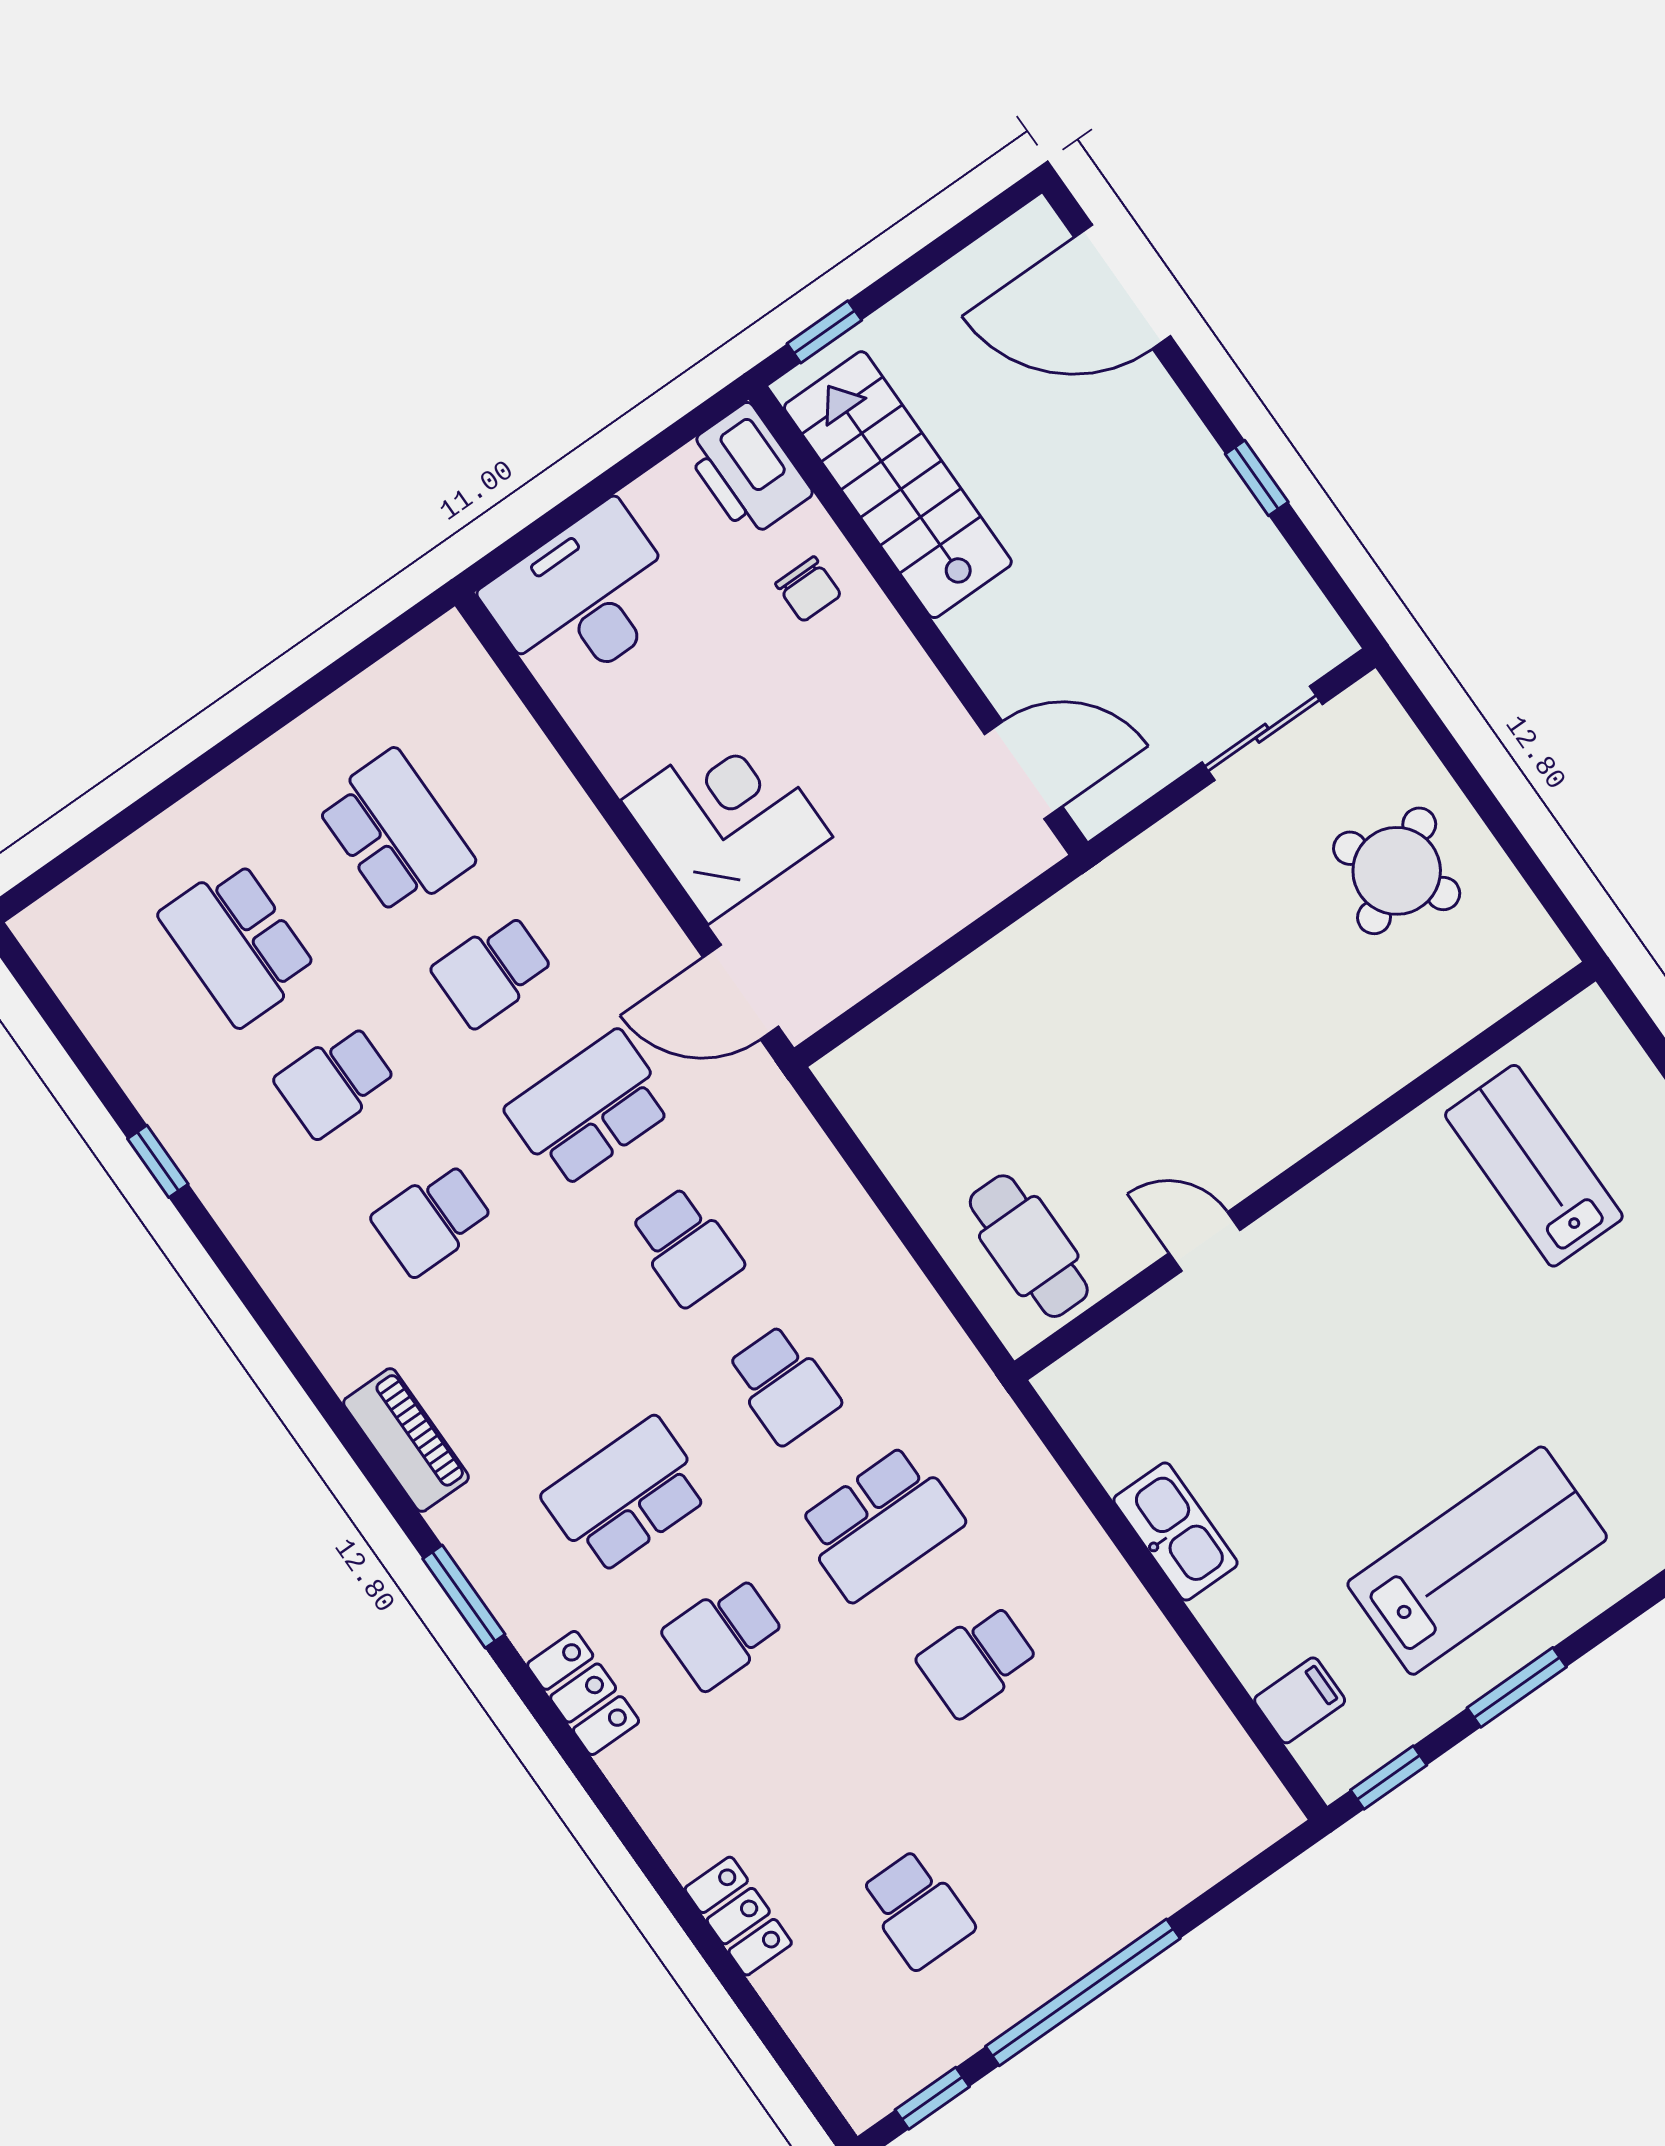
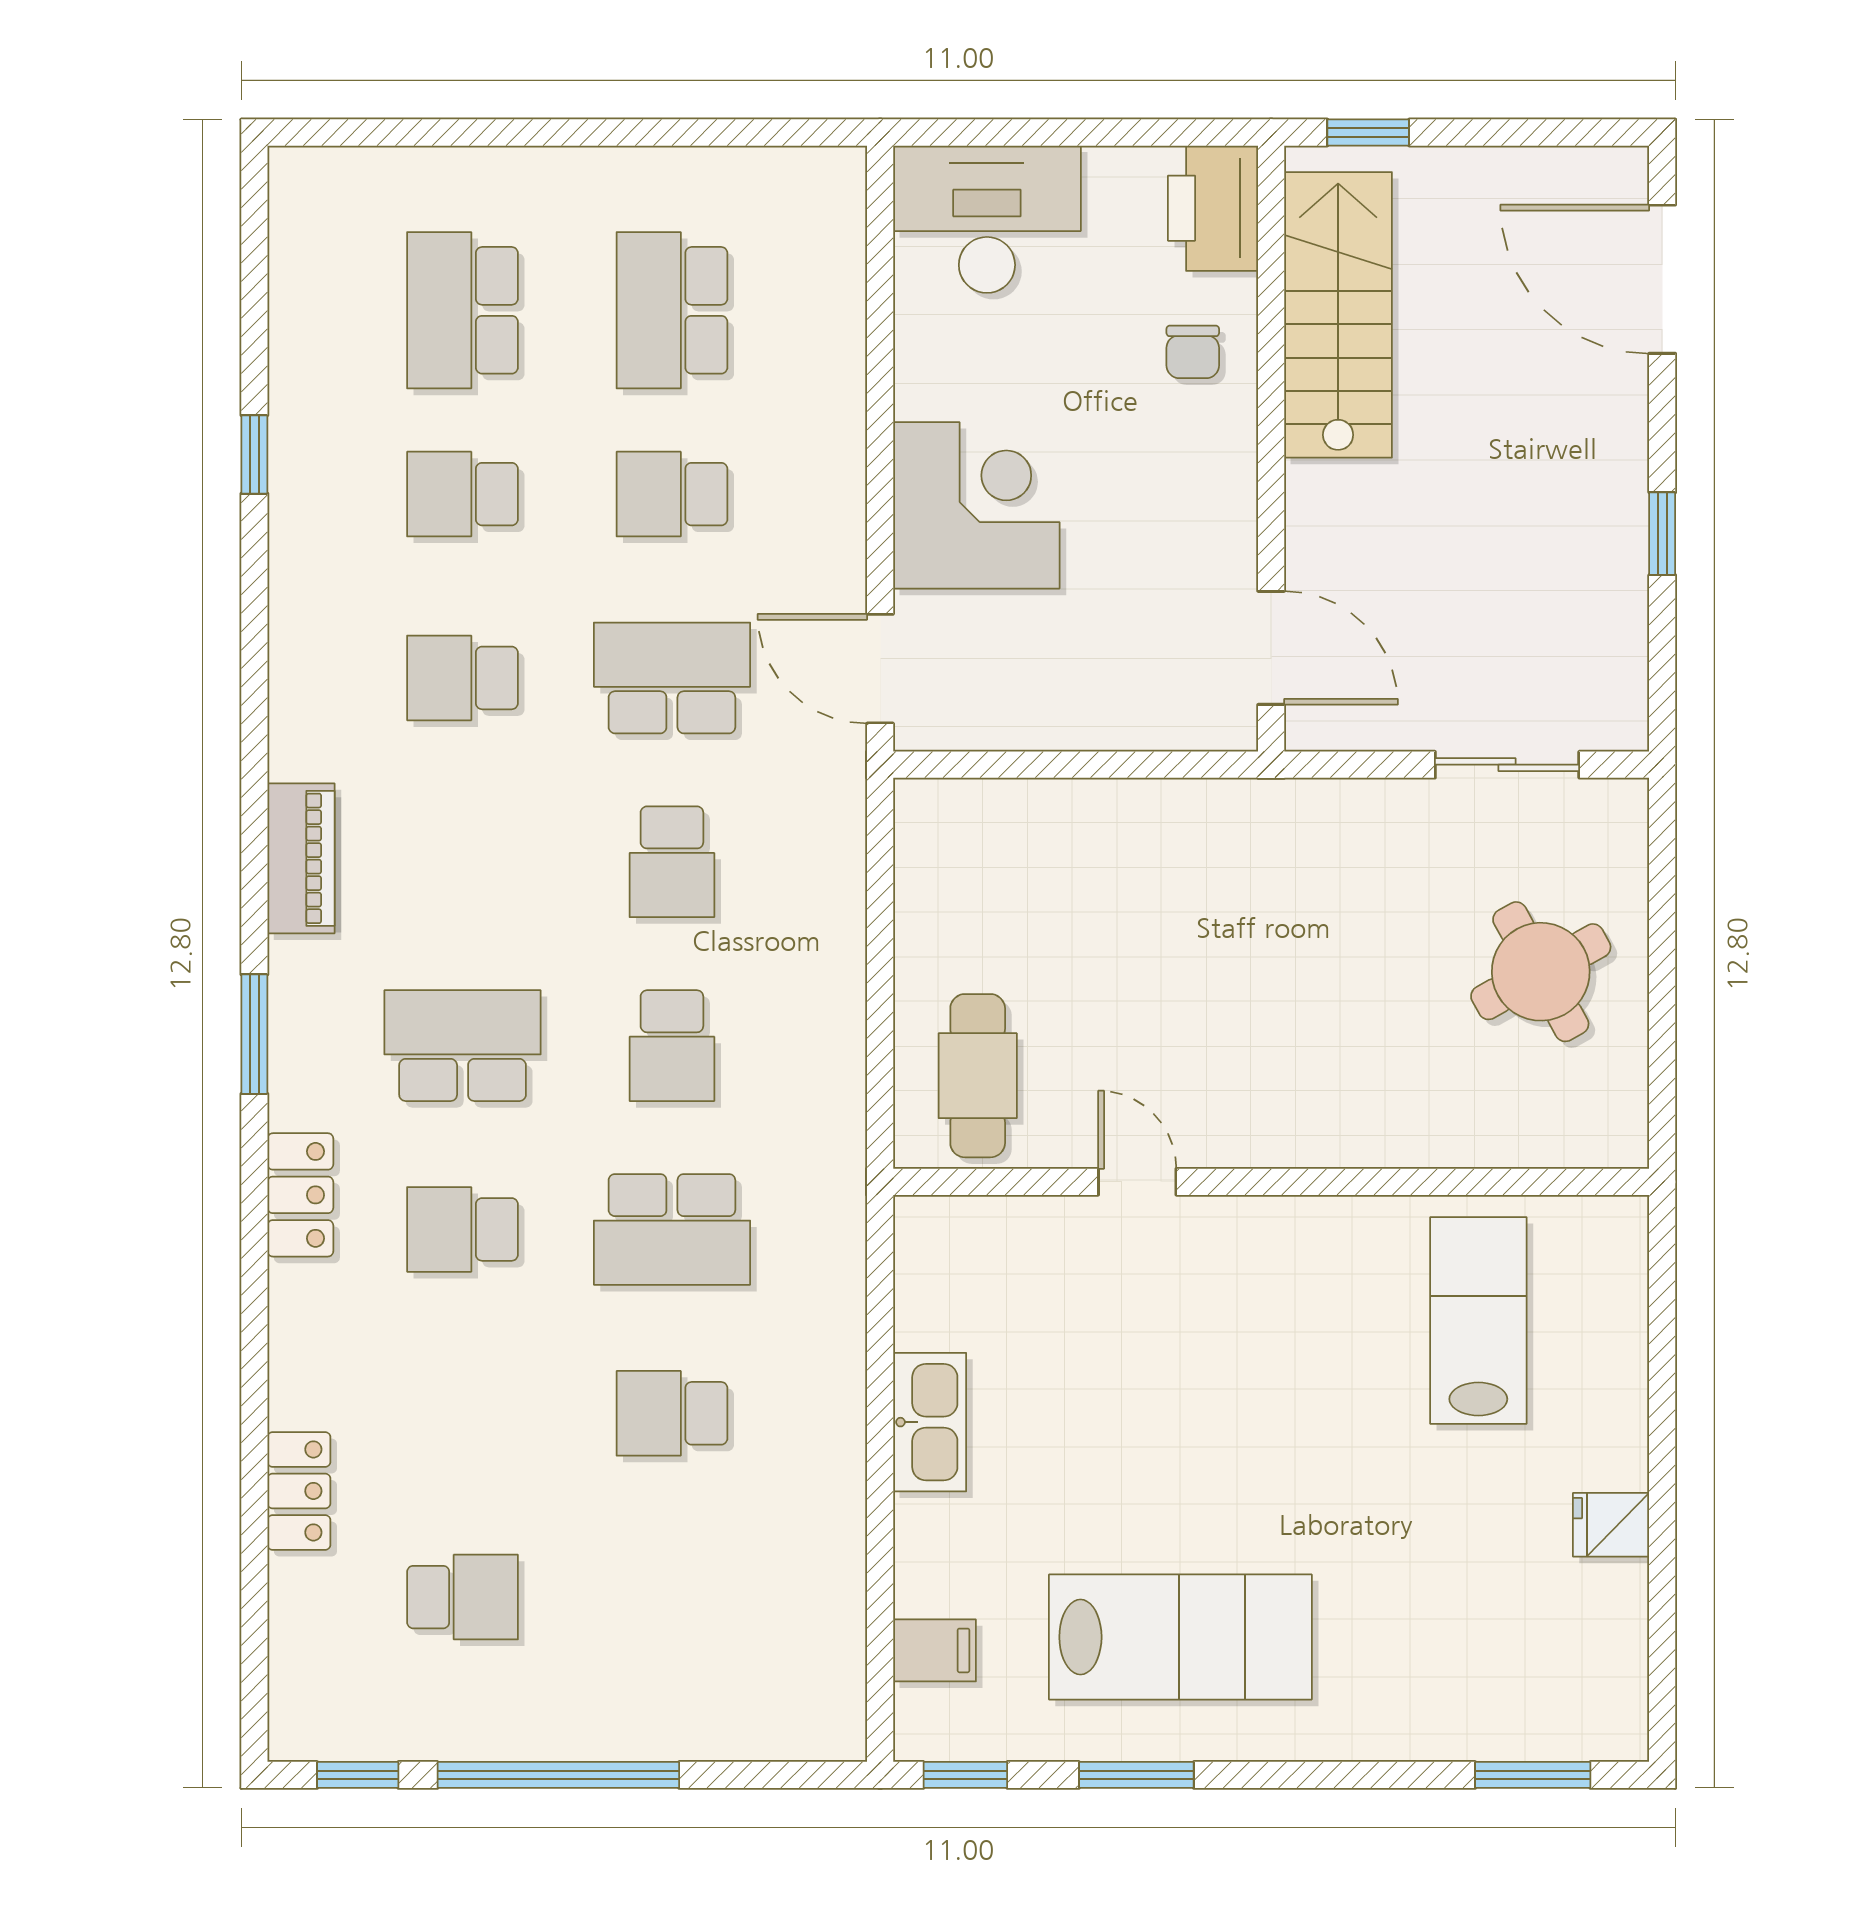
school desk: (395, 833) -> (672, 310), turned 180
school desk: (917, 1909) -> (463, 1597), turned -90

